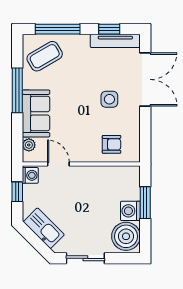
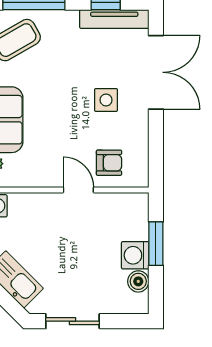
door: (58, 164) -> (78, 190), moved
boiler: (126, 236) -> (138, 281), width x0.54, depth x0.54

